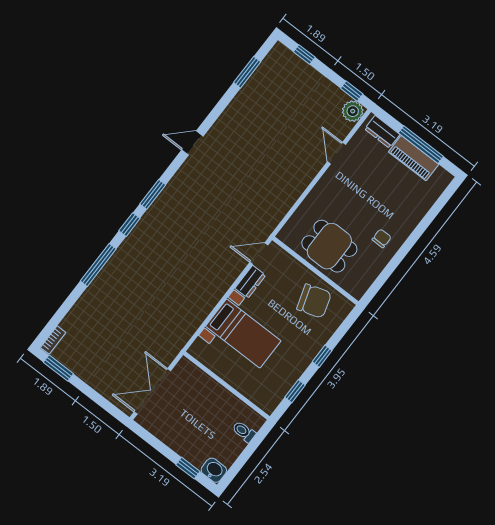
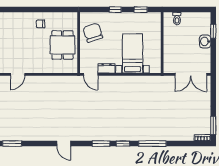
washbasin: (214, 470) -> (205, 41), moved

